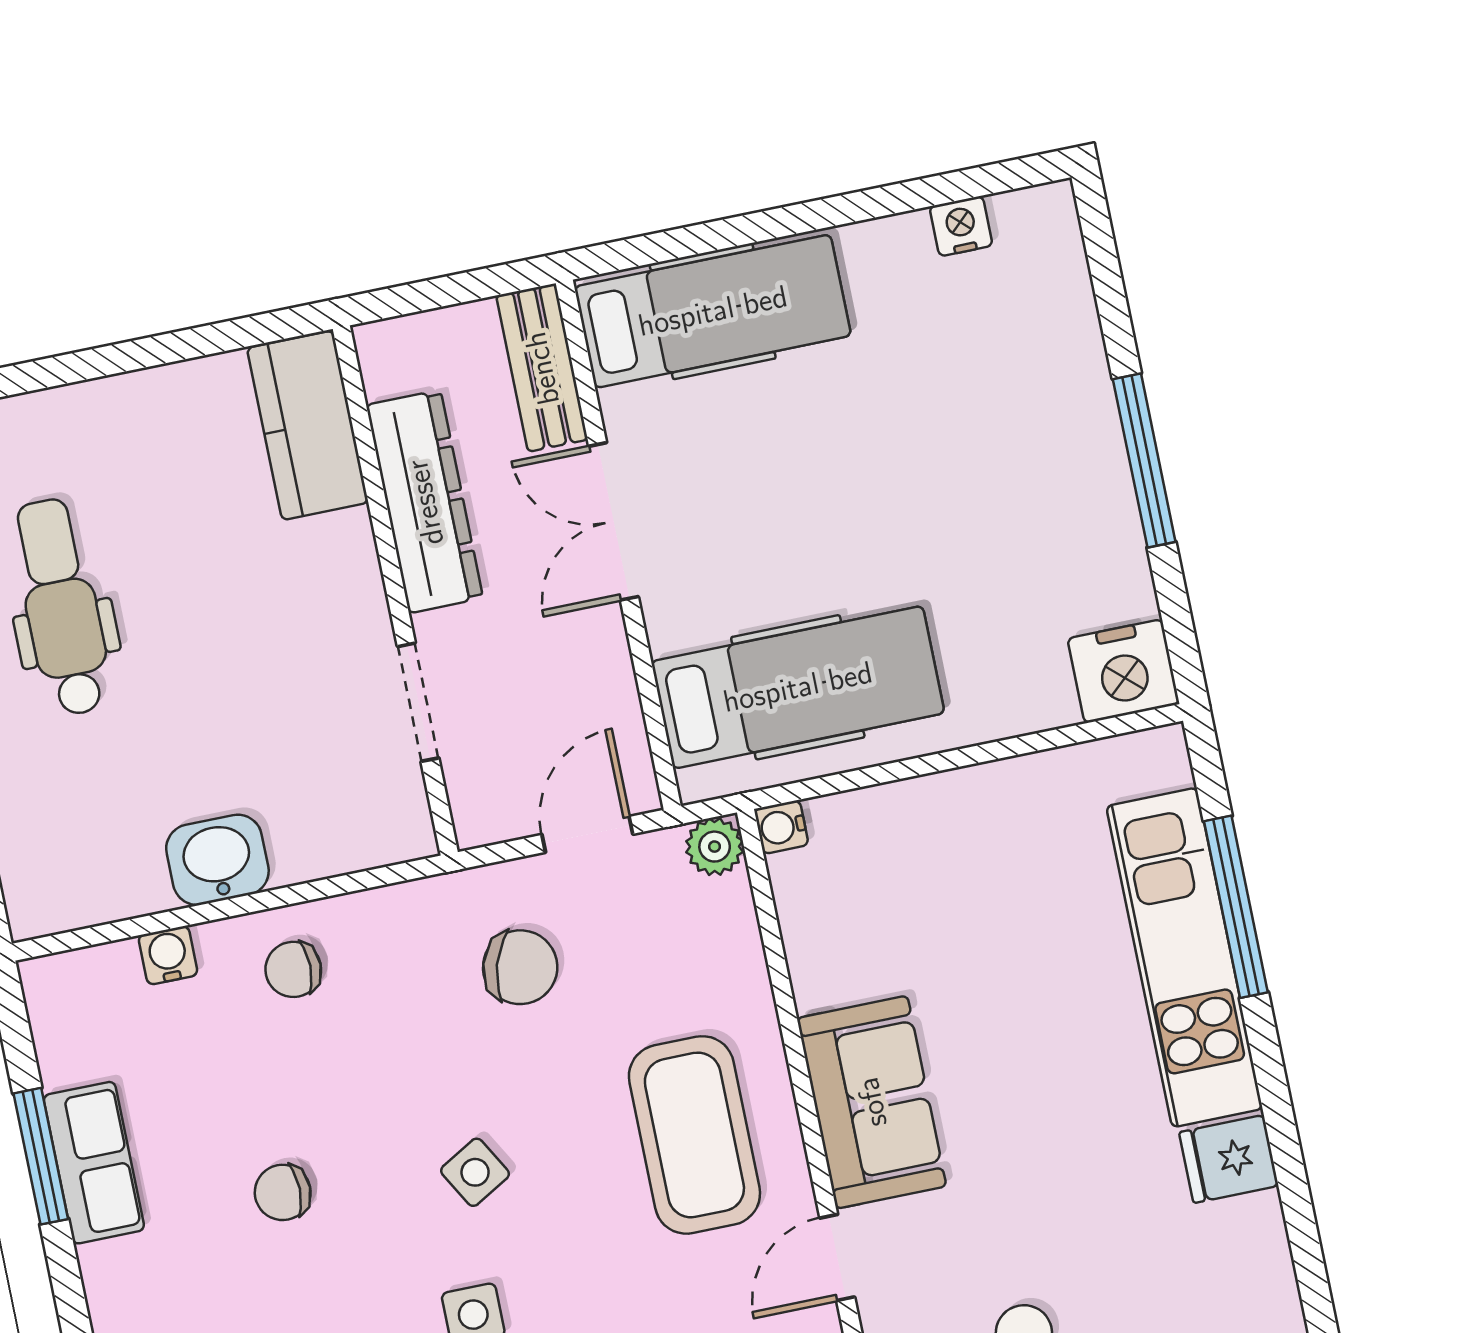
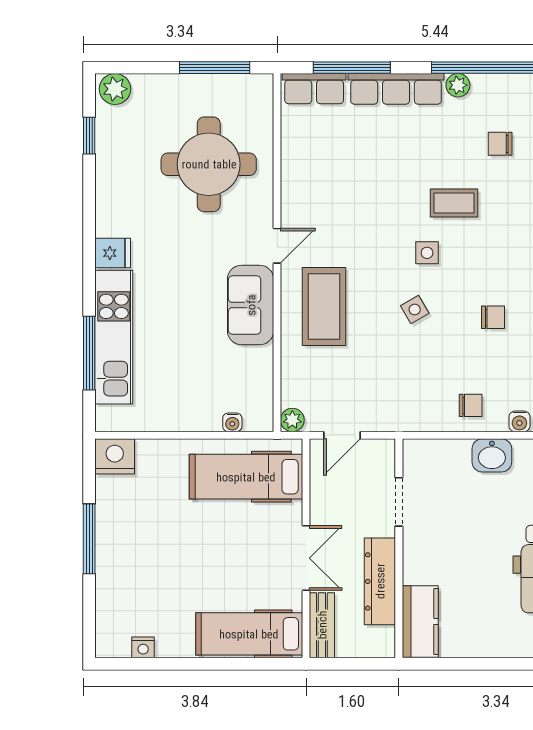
water cooler: (781, 827) -> (232, 422), moved, turned 90
chair: (520, 967) -> (380, 388), removed

